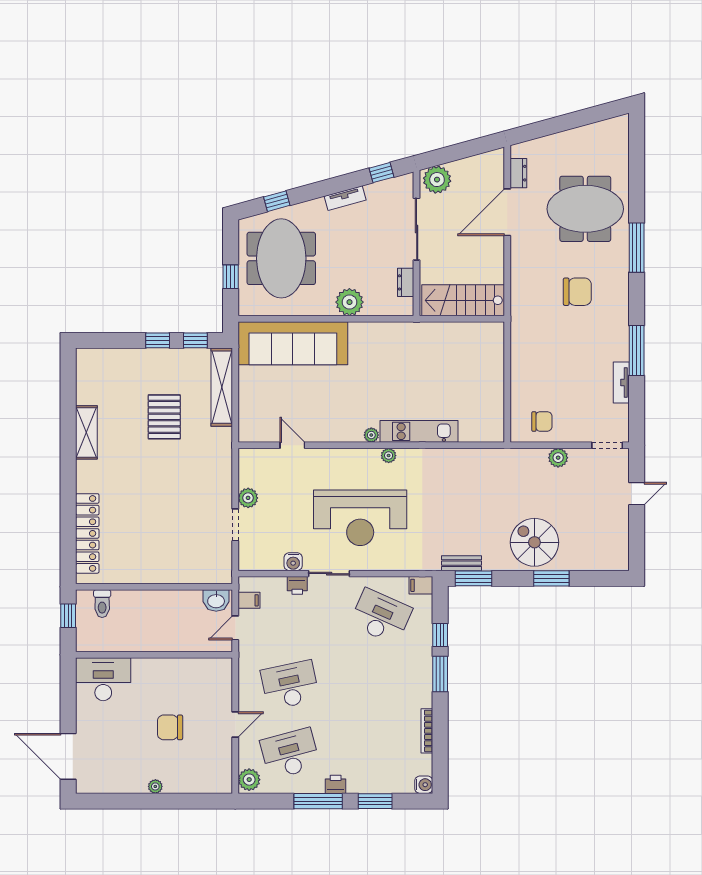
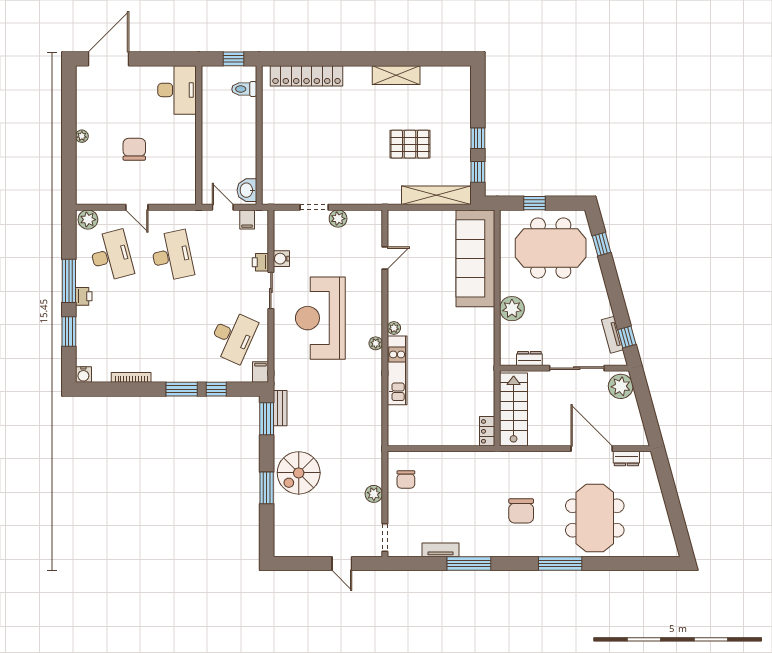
tv unit: (345, 198) -> (612, 335), moved
locker: (488, 330) -> (487, 431), added
spiral stairs: (534, 542) -> (299, 473), turned 180

